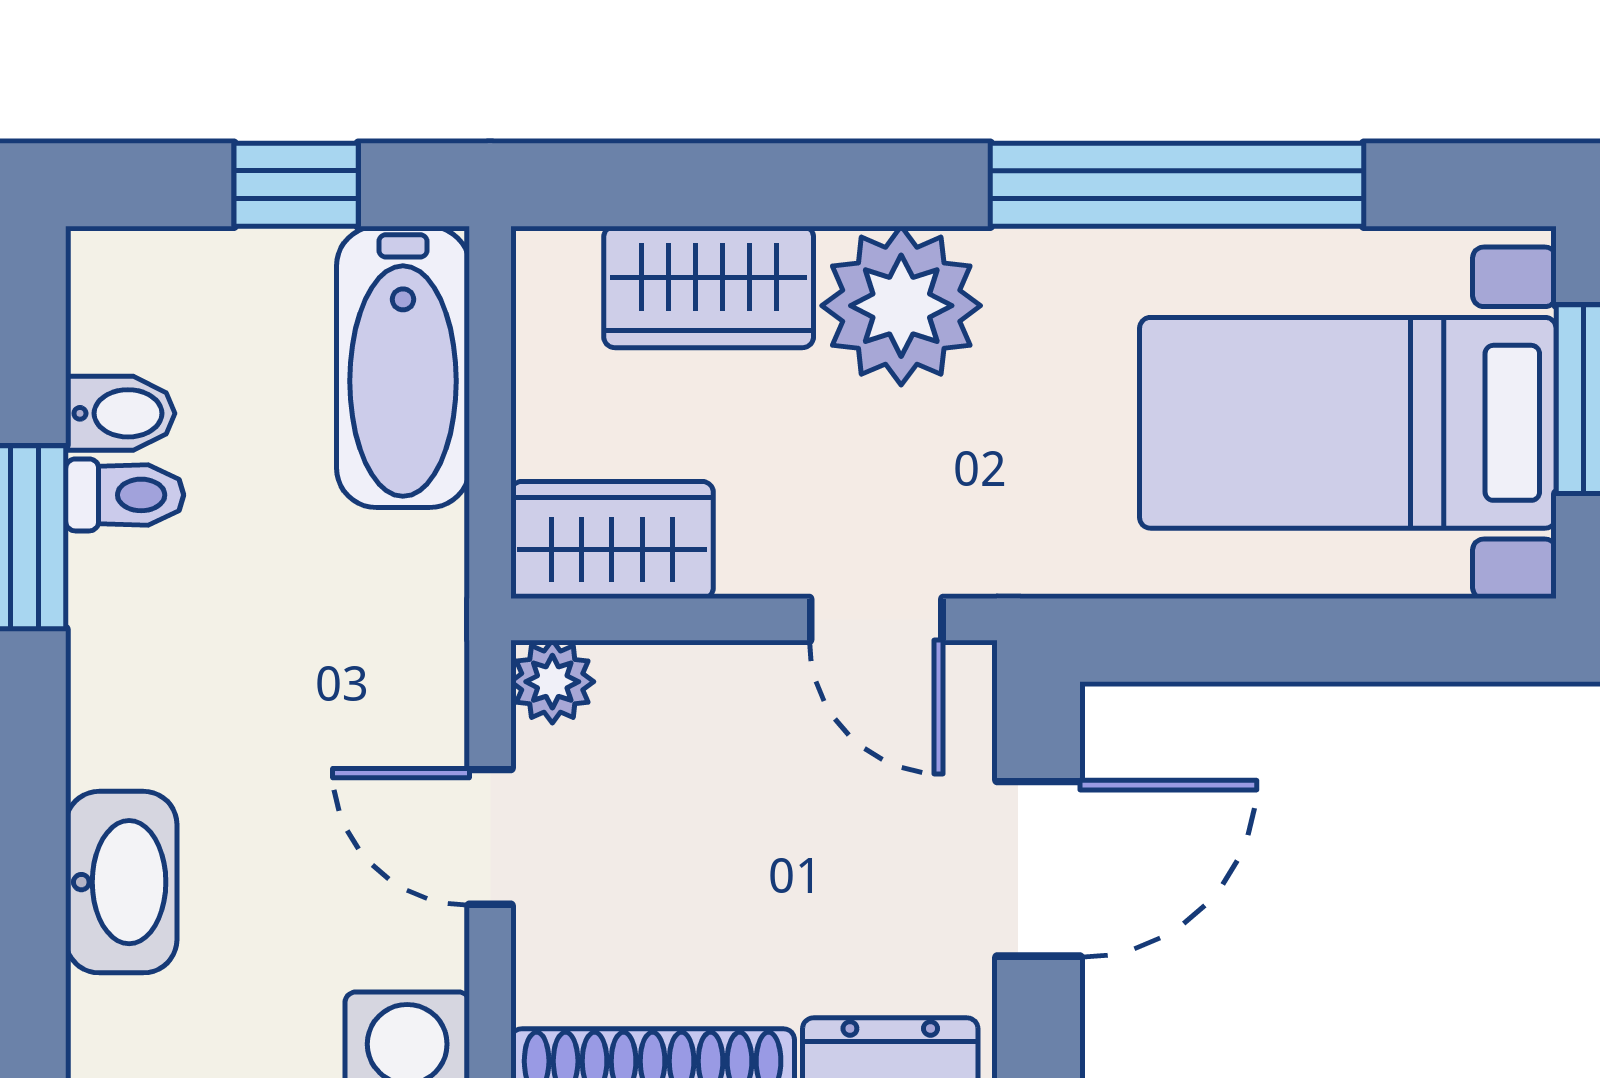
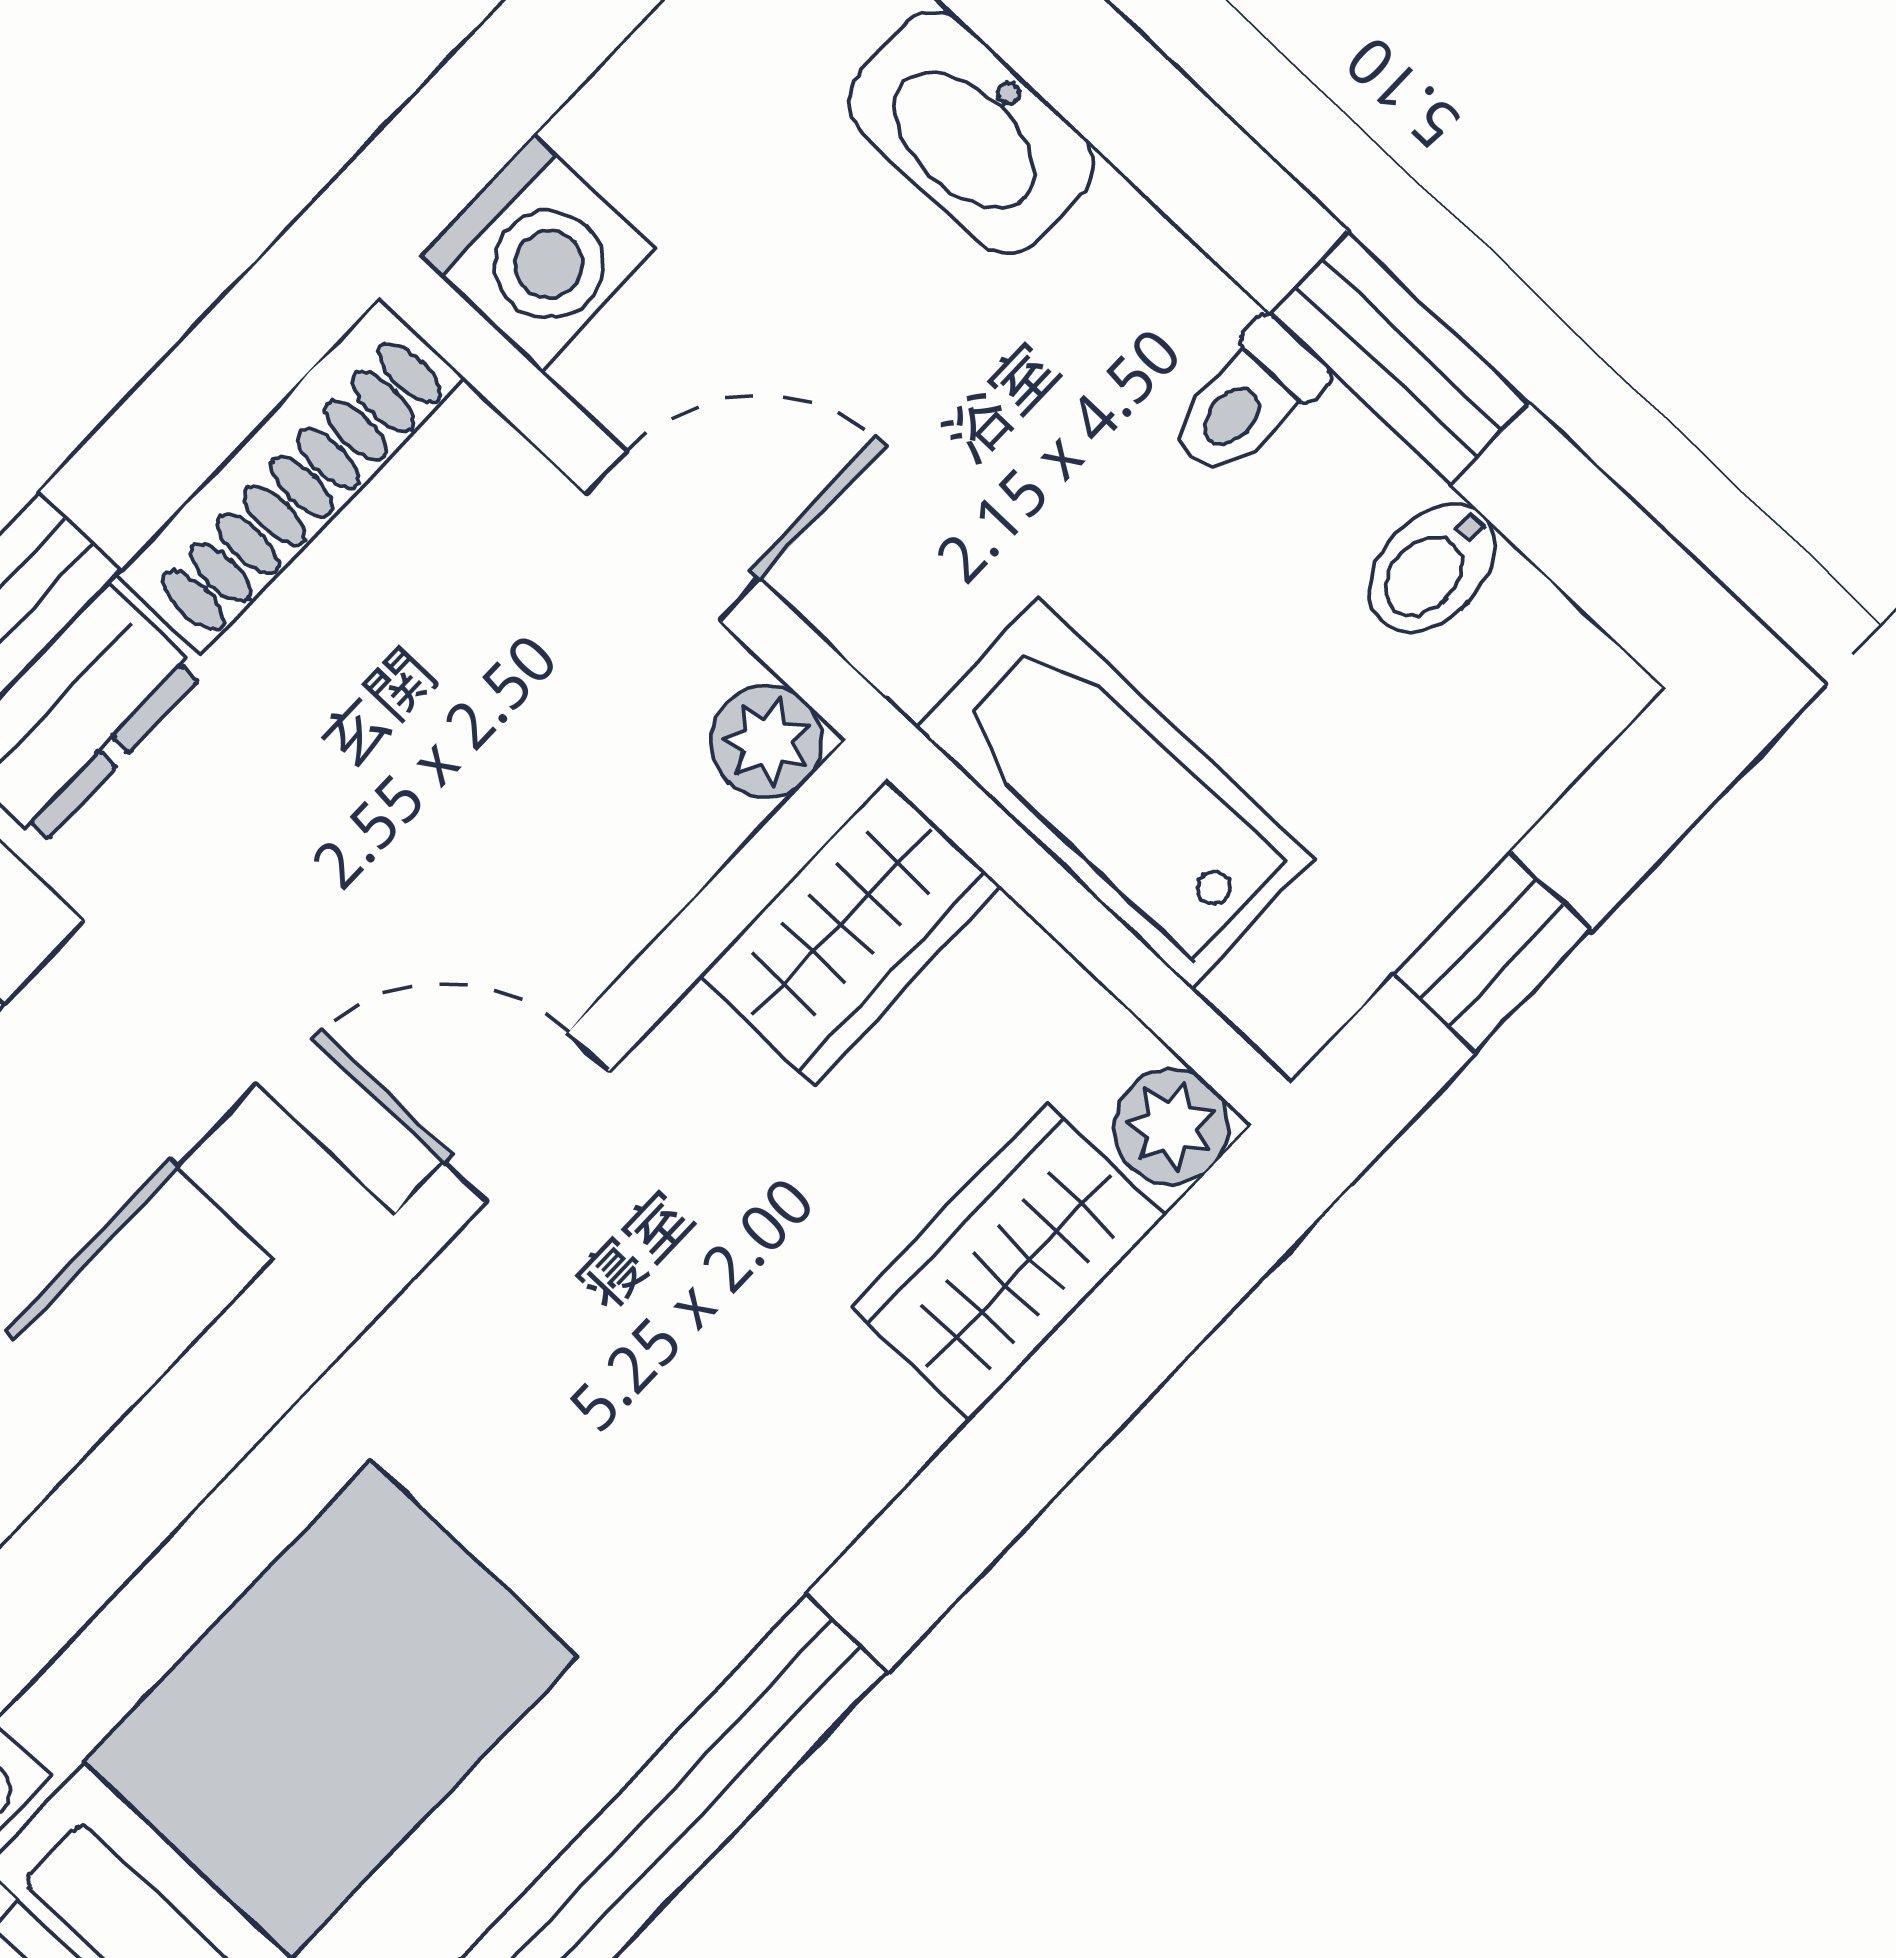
plant: (901, 306) -> (1171, 1127), moved, width x0.53, depth x0.53
bathtub: (403, 367) -> (1114, 793), moved
toilet: (125, 495) -> (1247, 400), moved

